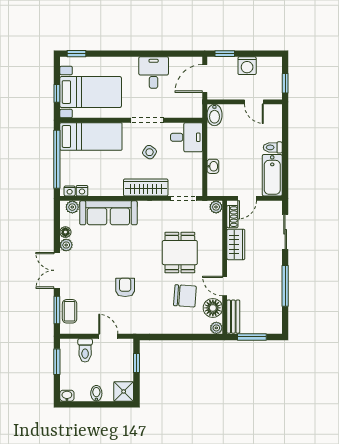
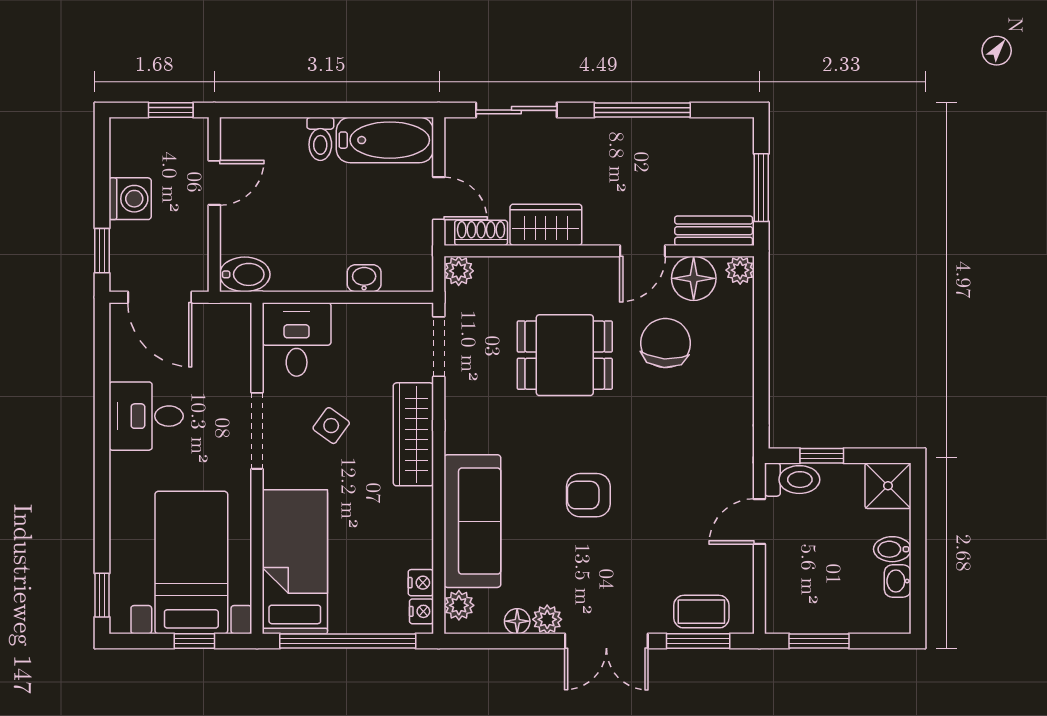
armchair: (125, 287) -> (588, 495), moved
toilet: (85, 350) -> (792, 480), moved
washbasin: (67, 396) -> (898, 581), moved

